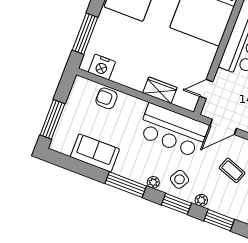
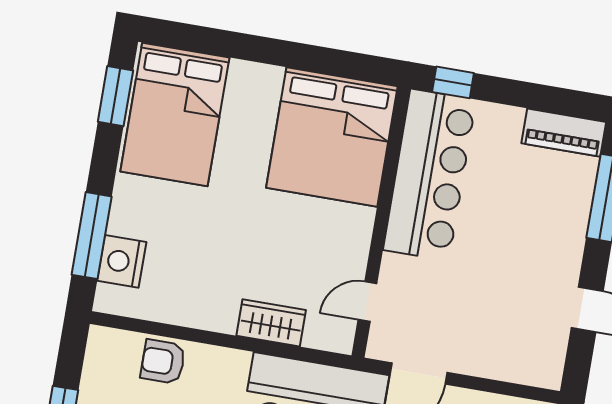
nightstand: (102, 67) -> (122, 261), moved, turned 90

